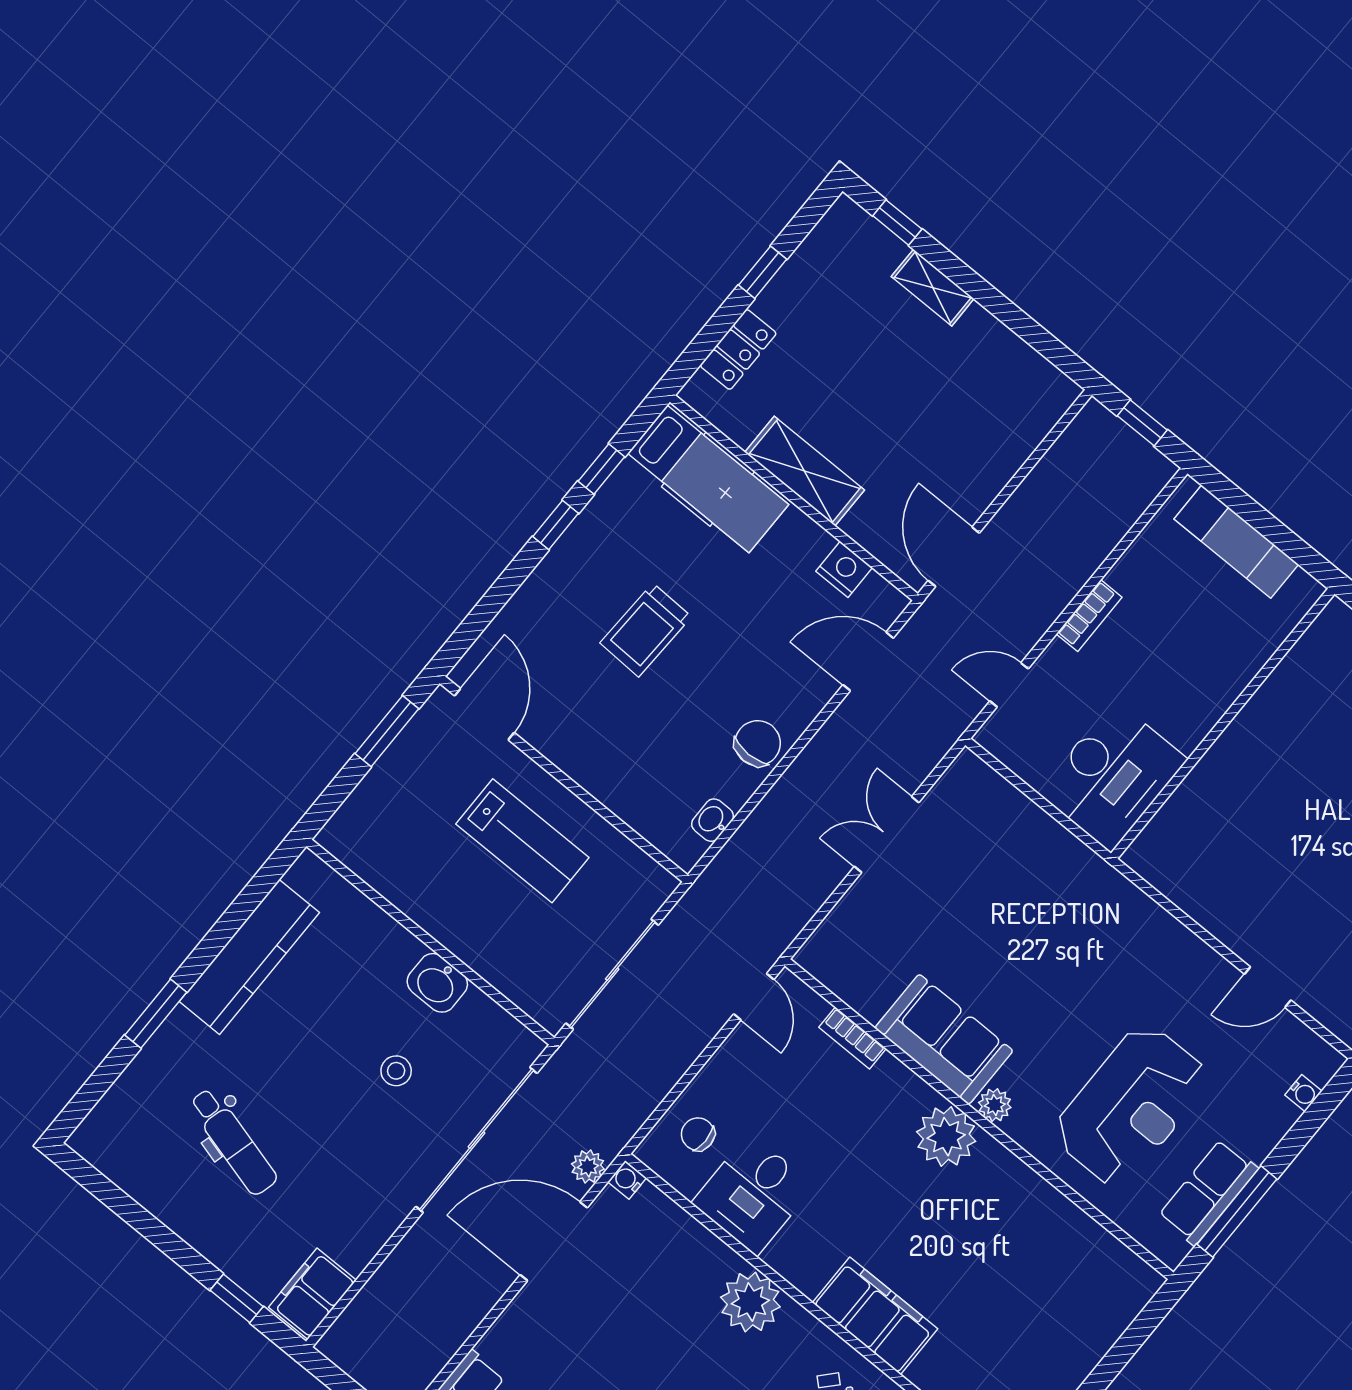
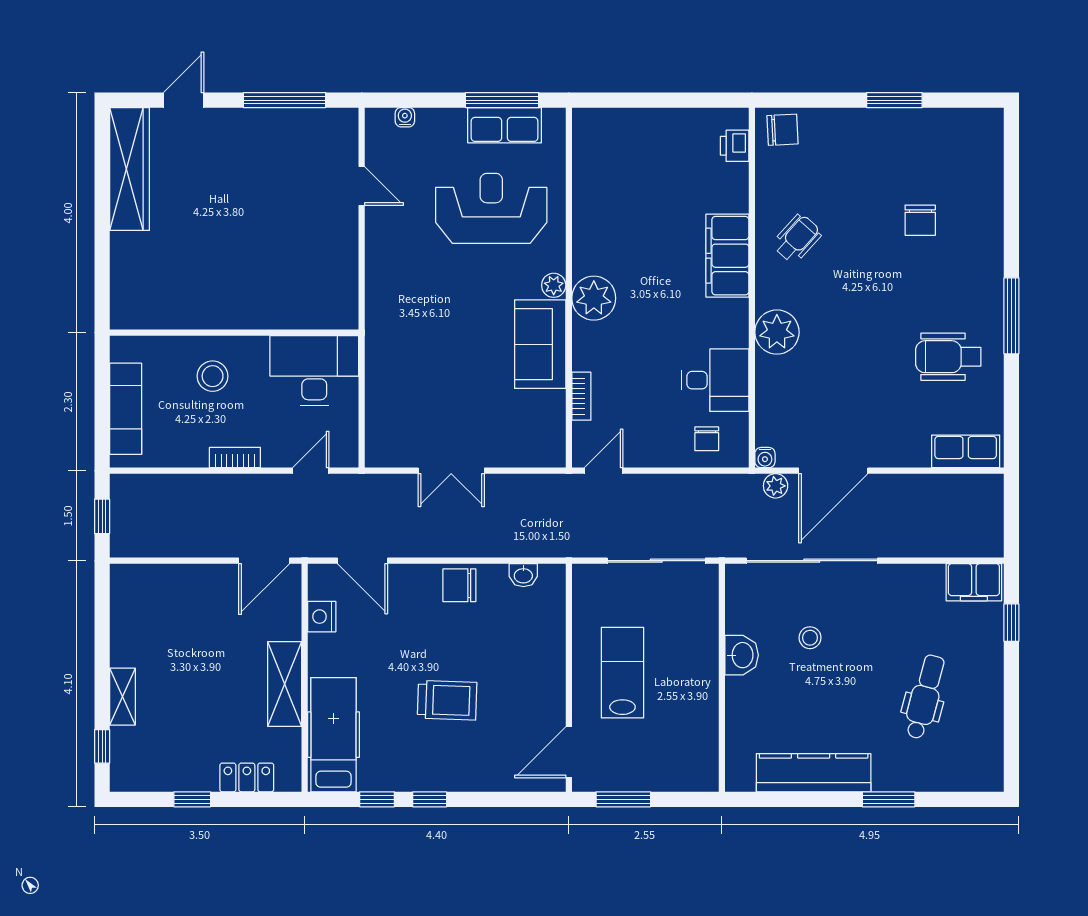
stool: (1195, 663) -> (213, 376), added
door: (1009, 685) -> (311, 471), swing flipped
door: (554, 1241) -> (833, 471), hinge flipped

